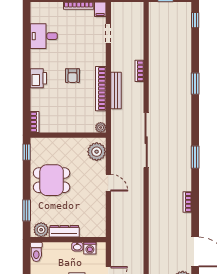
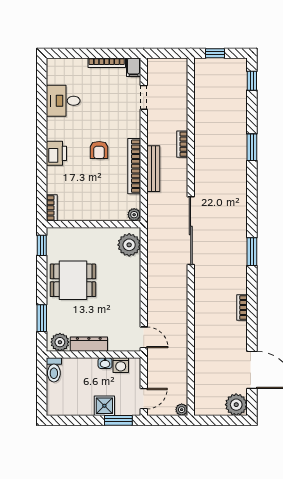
window: (195, 84) -> (252, 147), moved
door: (108, 183) -> (144, 337), moved

